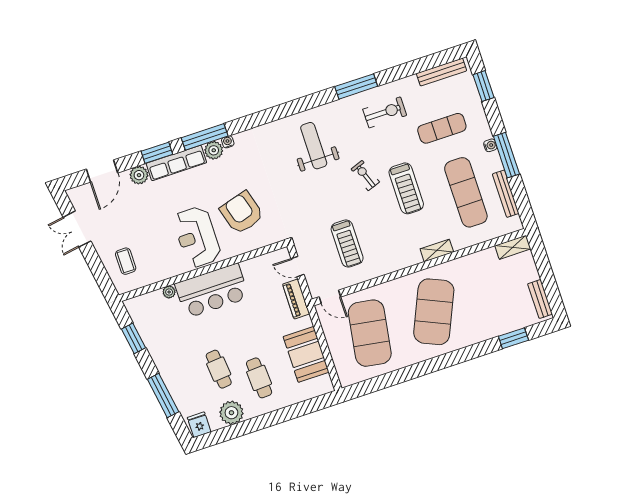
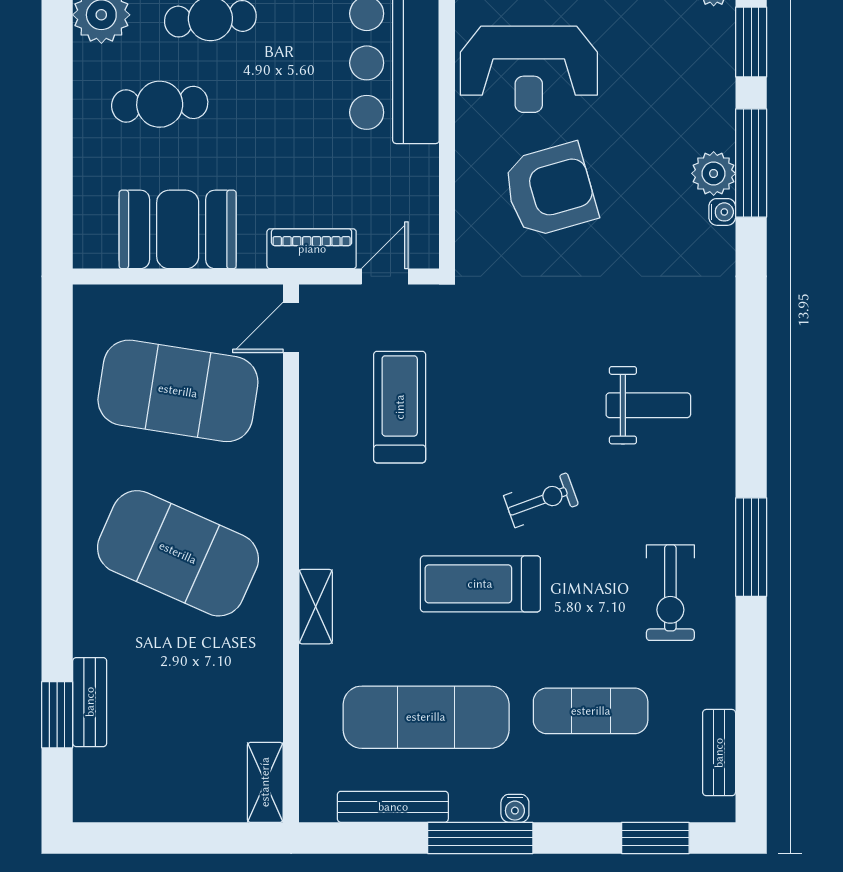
bench: (441, 72) -> (719, 753), width x0.73
exercise mat: (442, 128) -> (591, 711), turned 90
weight bench: (314, 146) -> (648, 405), width x0.73, depth x0.75
row of seats: (176, 163) -> (713, 79), removed
reception desk: (197, 237) -> (529, 69), turned 180
treadmill: (347, 243) -> (400, 407), turned 90
bench: (540, 299) -> (90, 702), moved, turned 90

